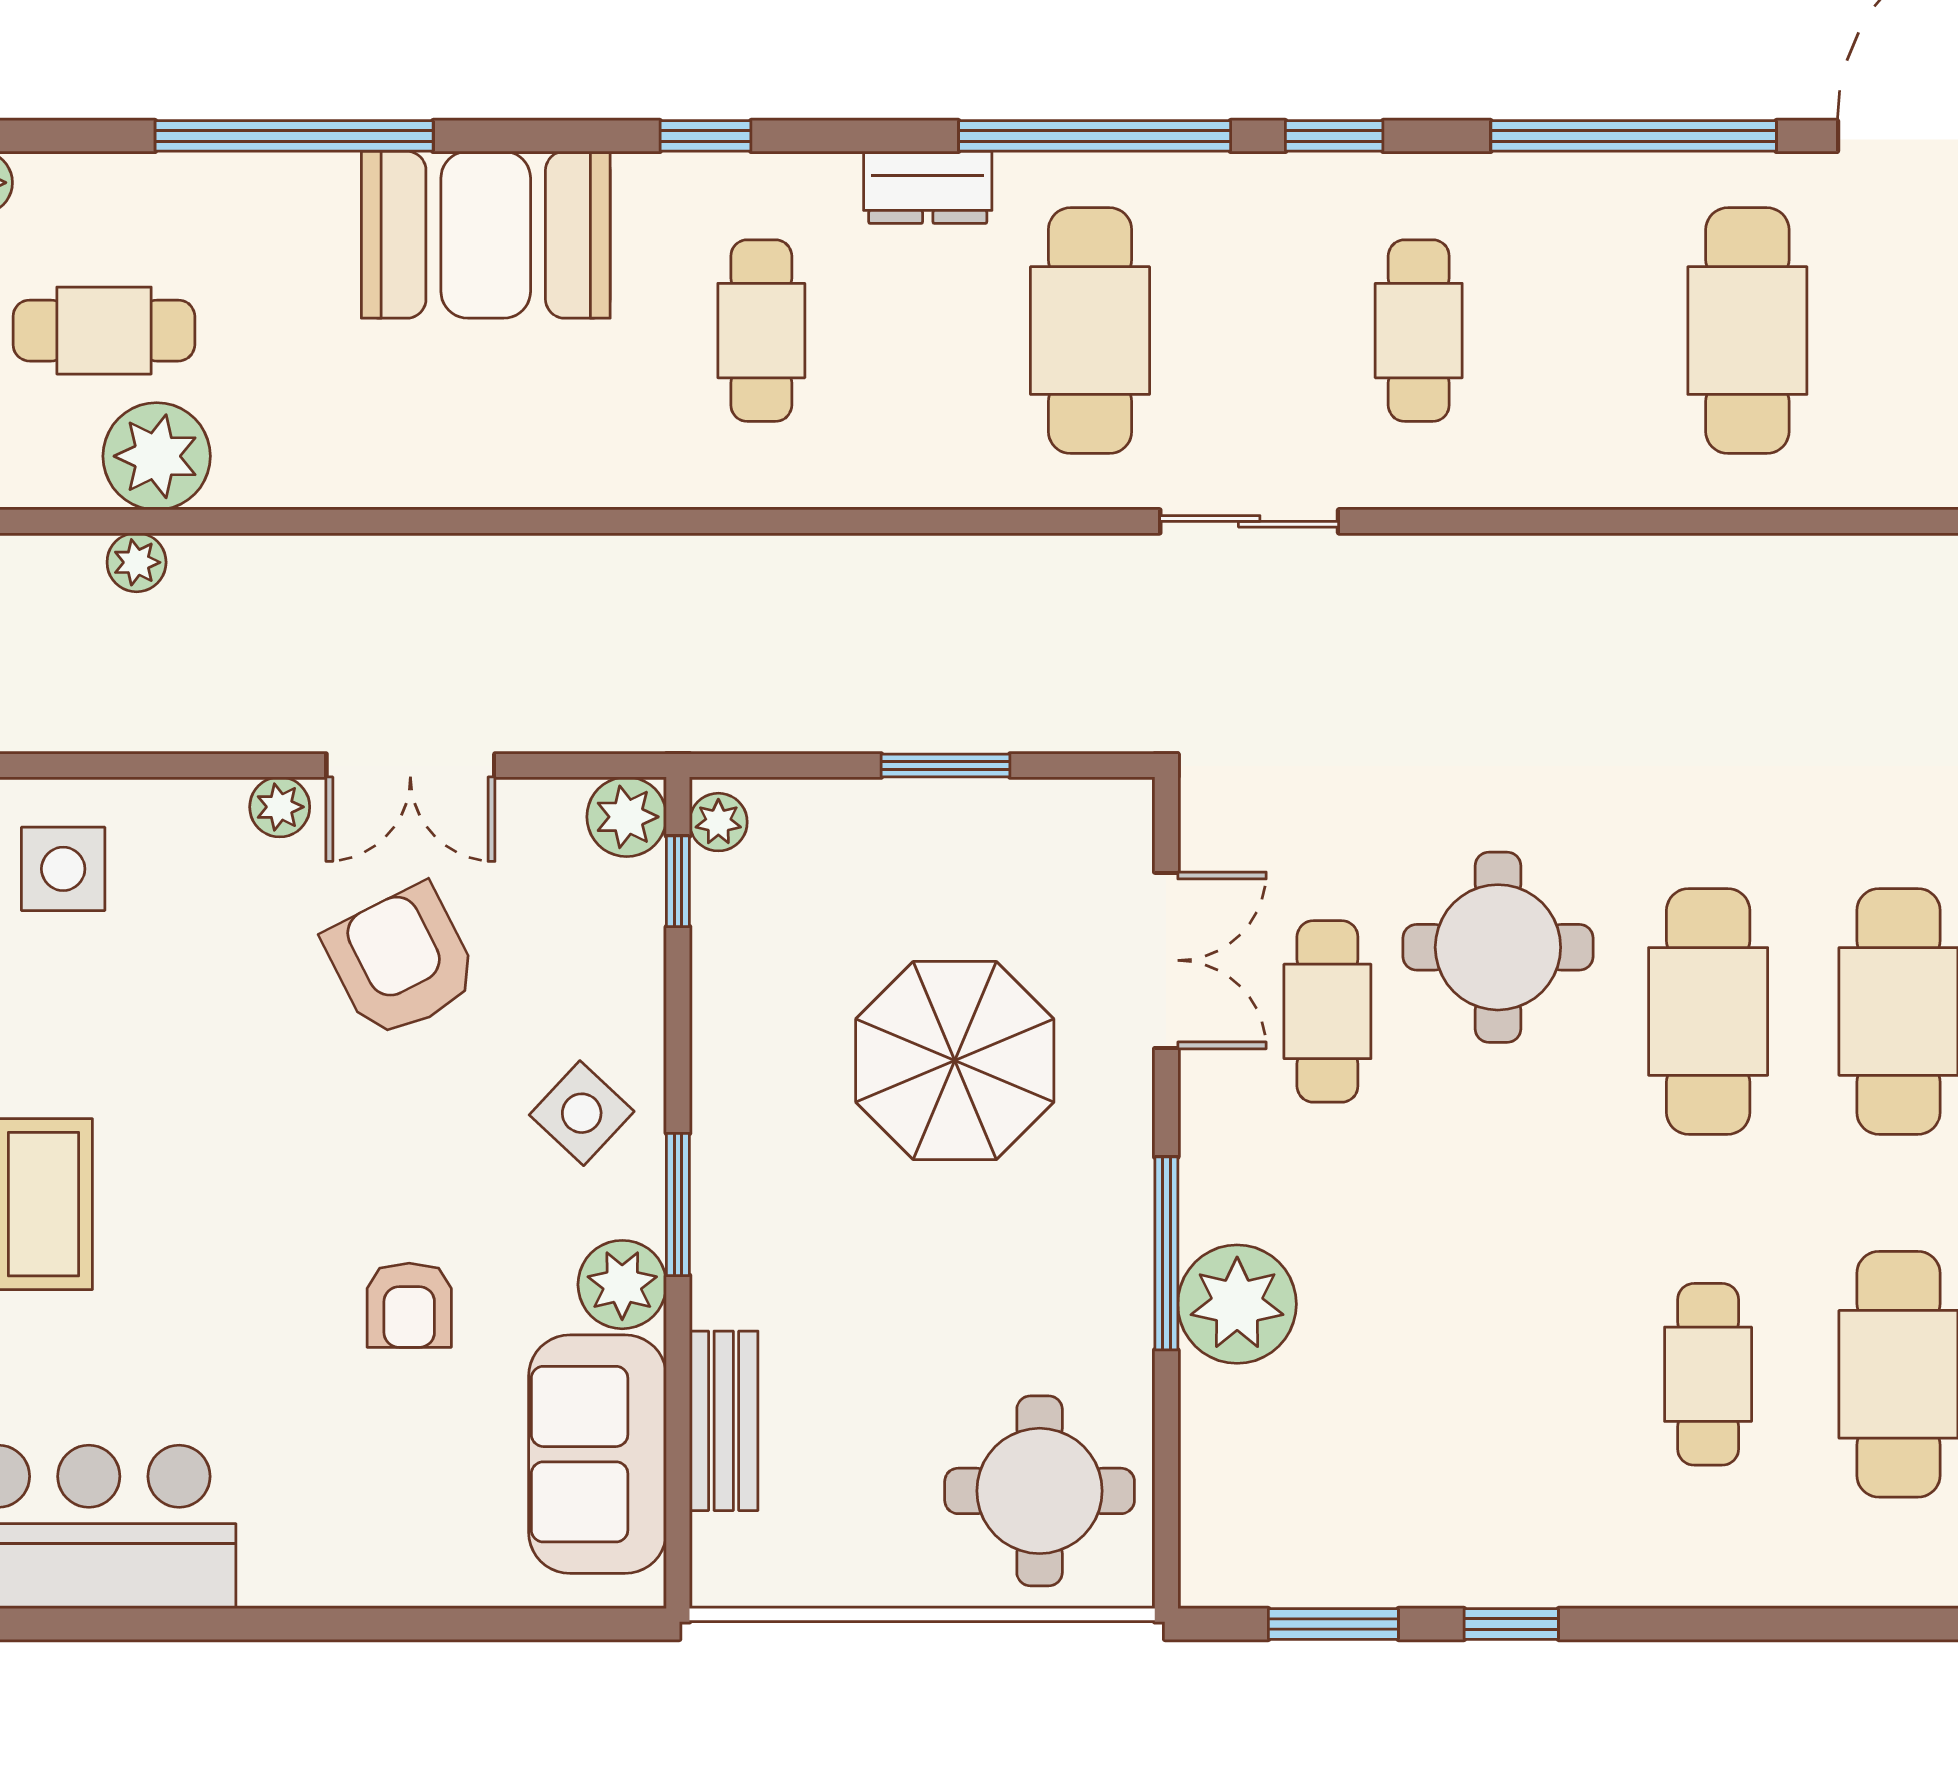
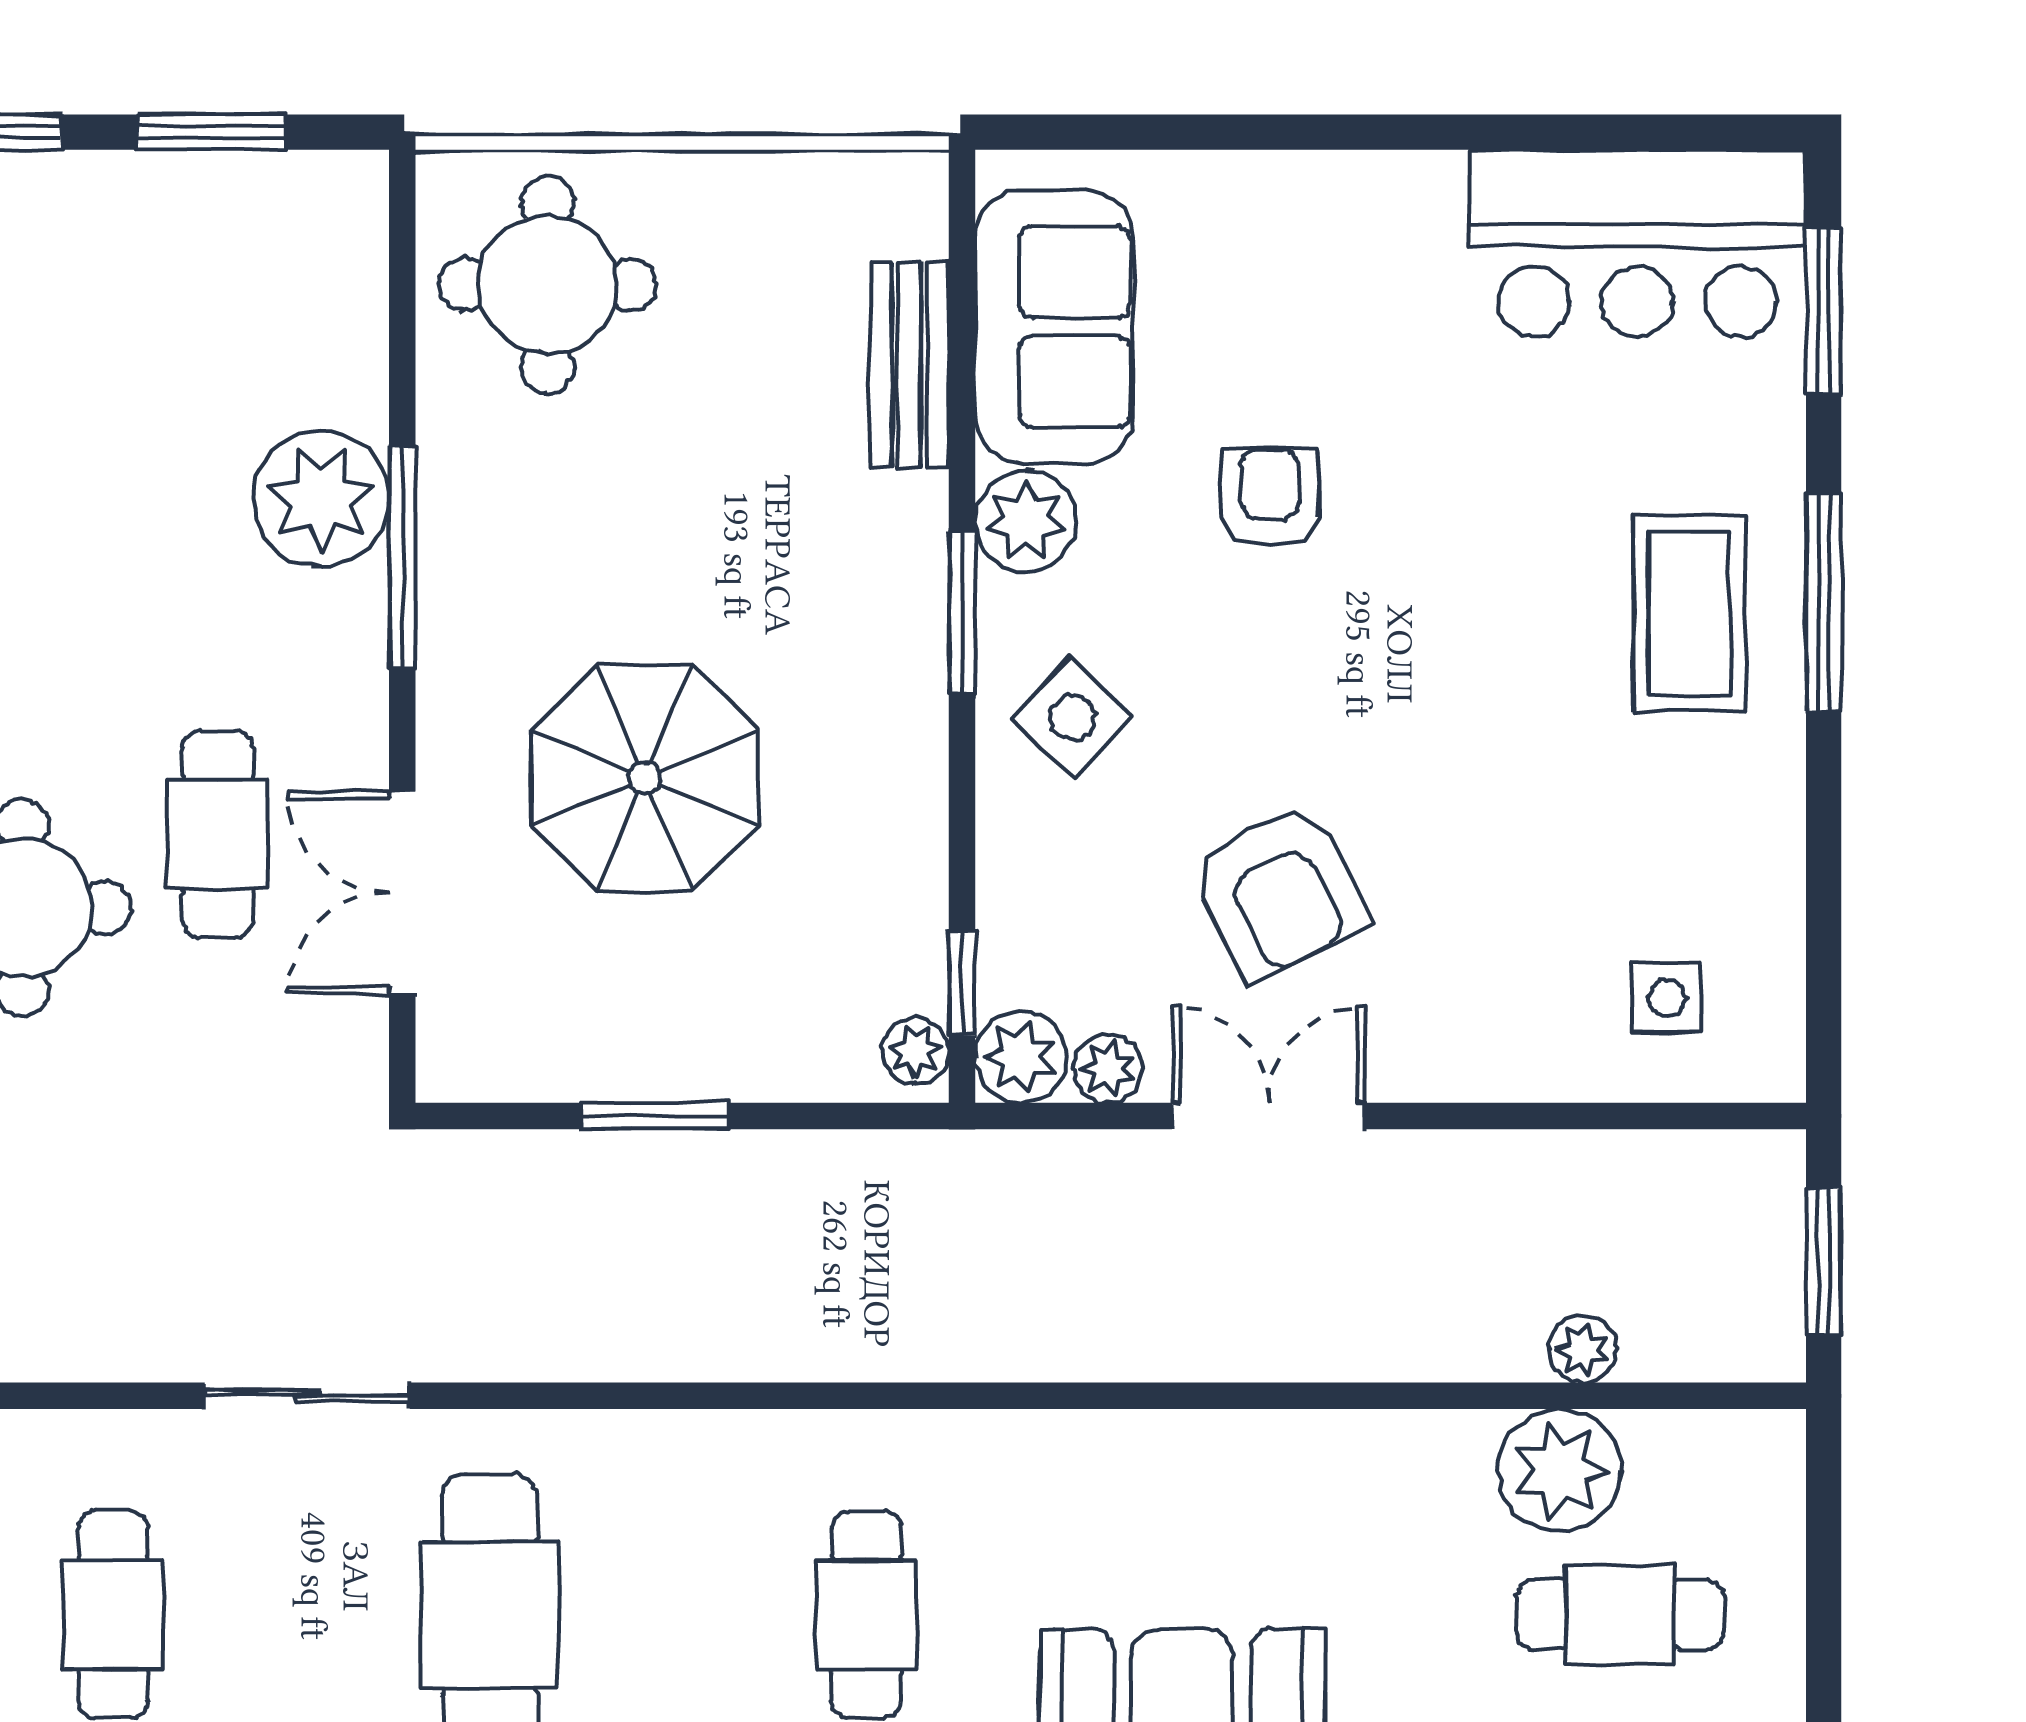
plant: (280, 807) -> (1108, 1068), moved
side table: (63, 869) -> (1667, 998), width x0.73, depth x0.73

